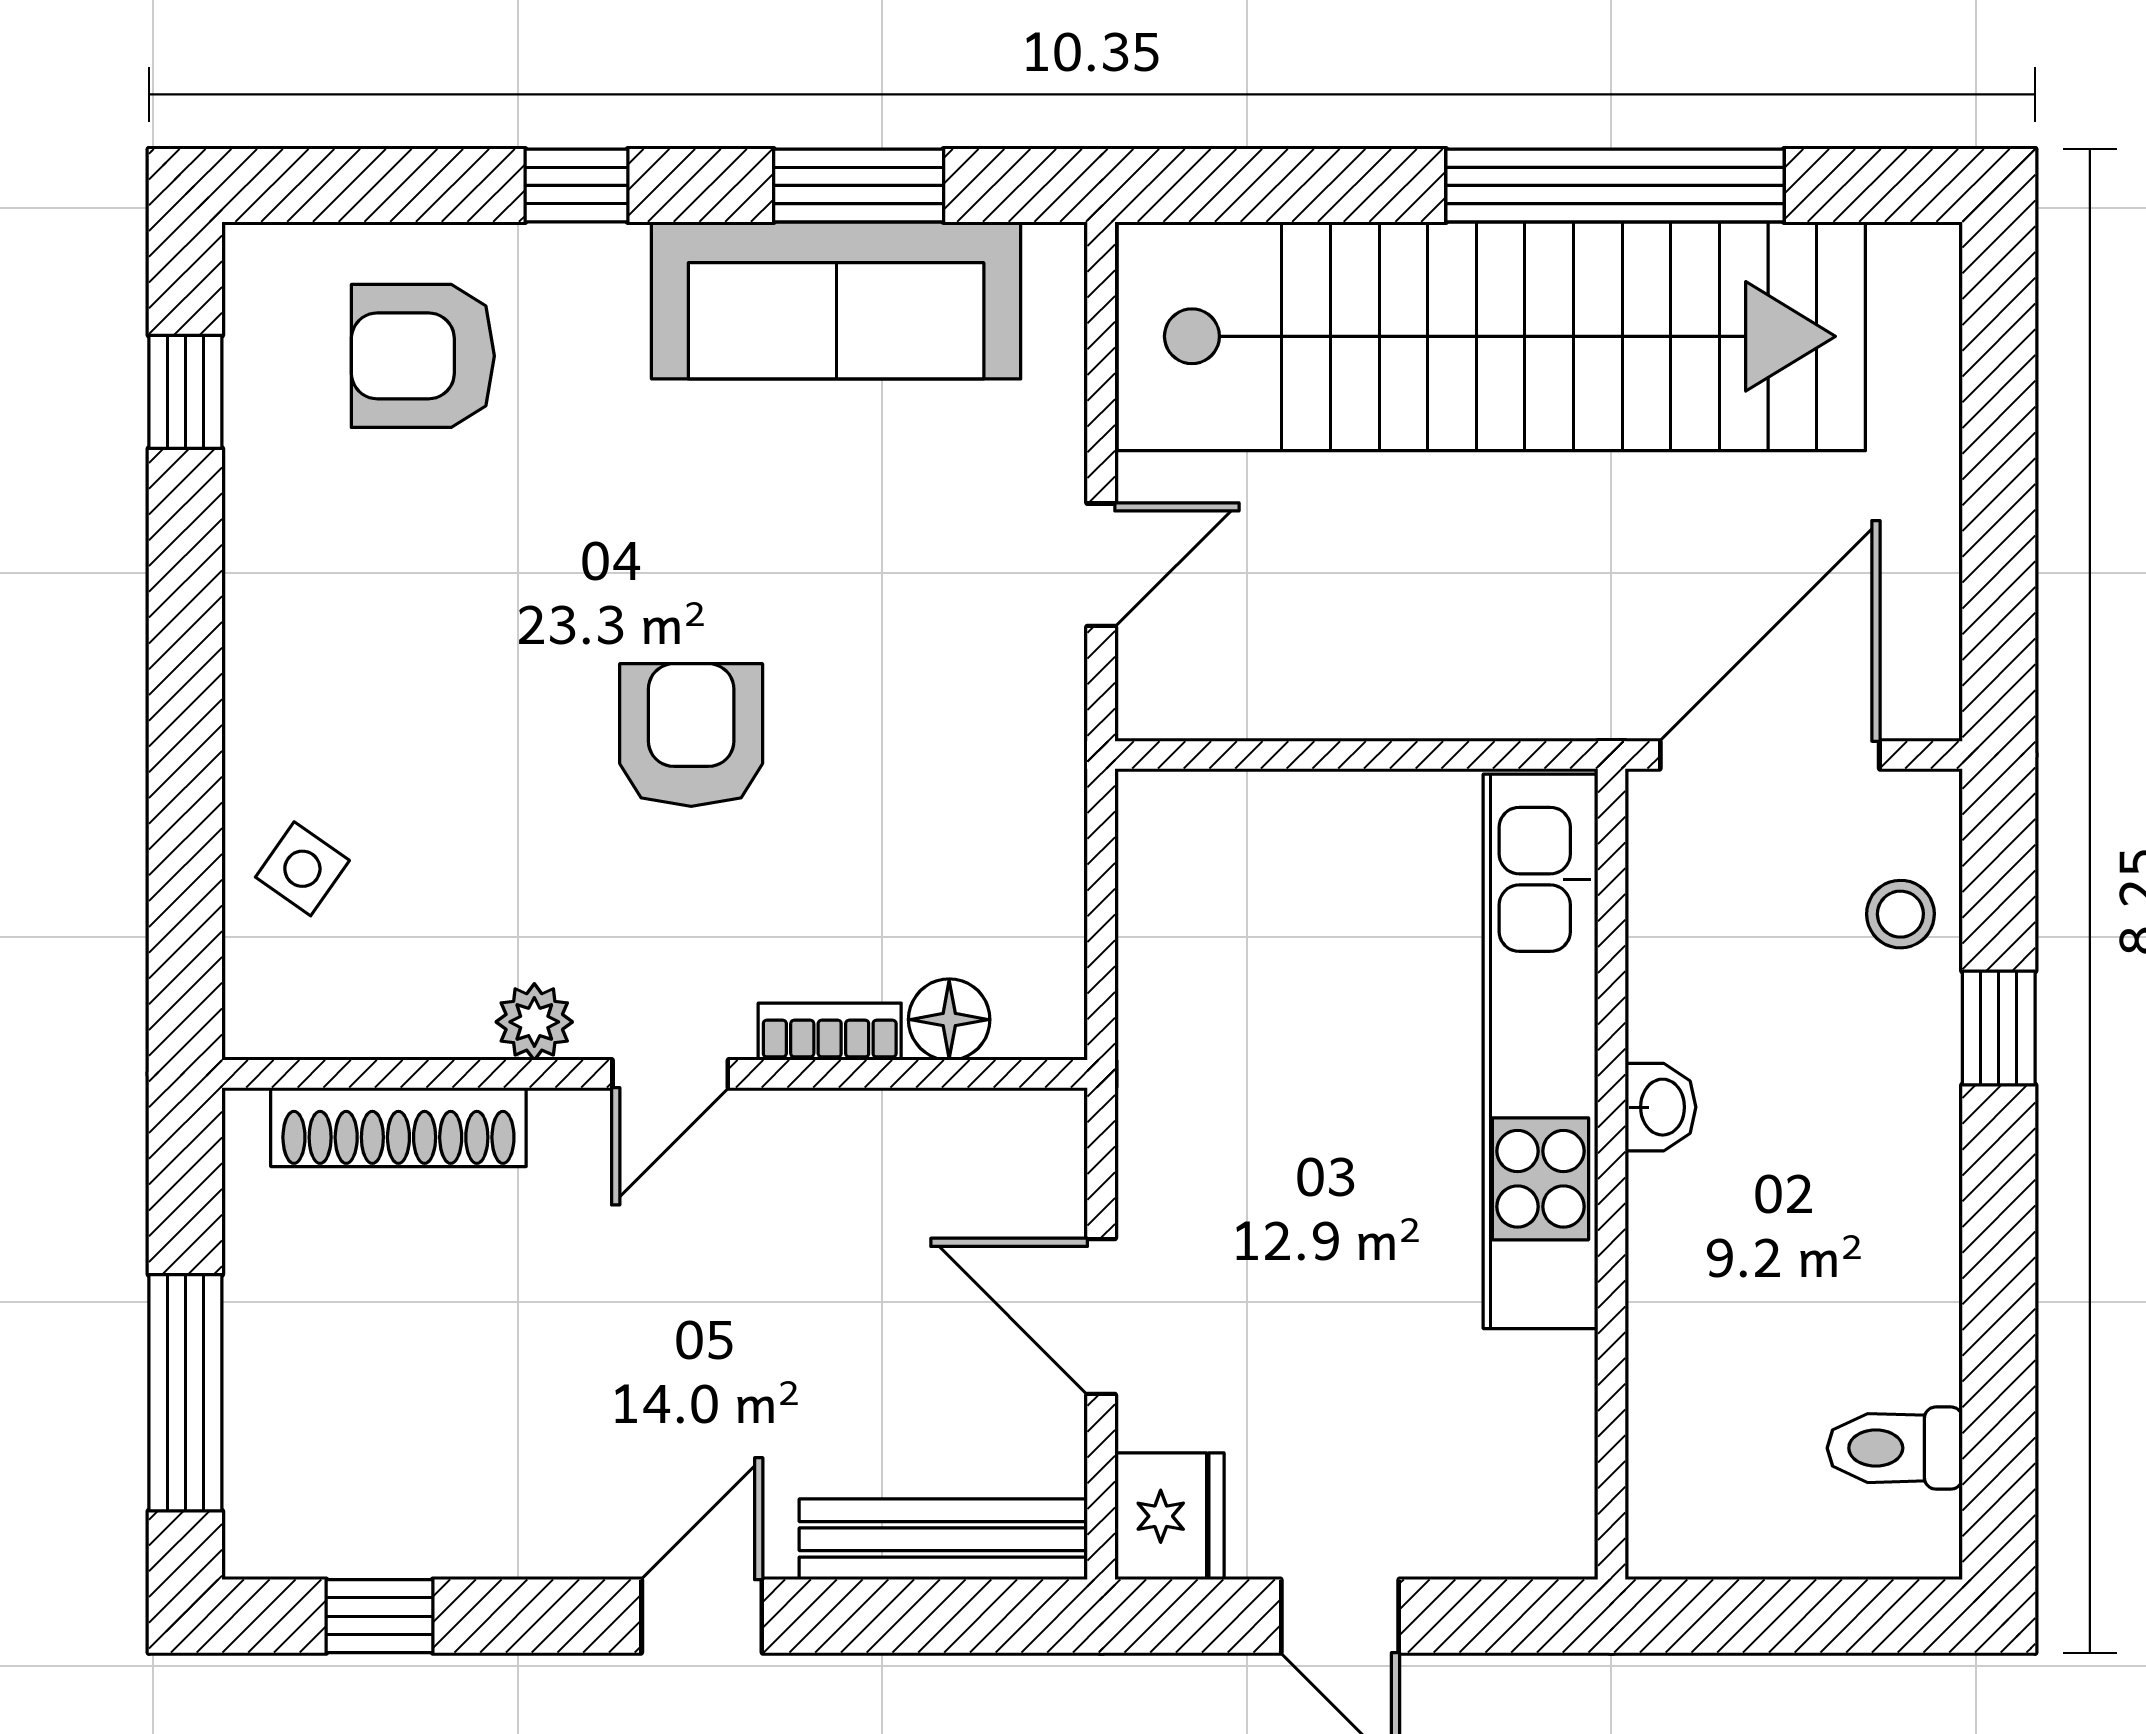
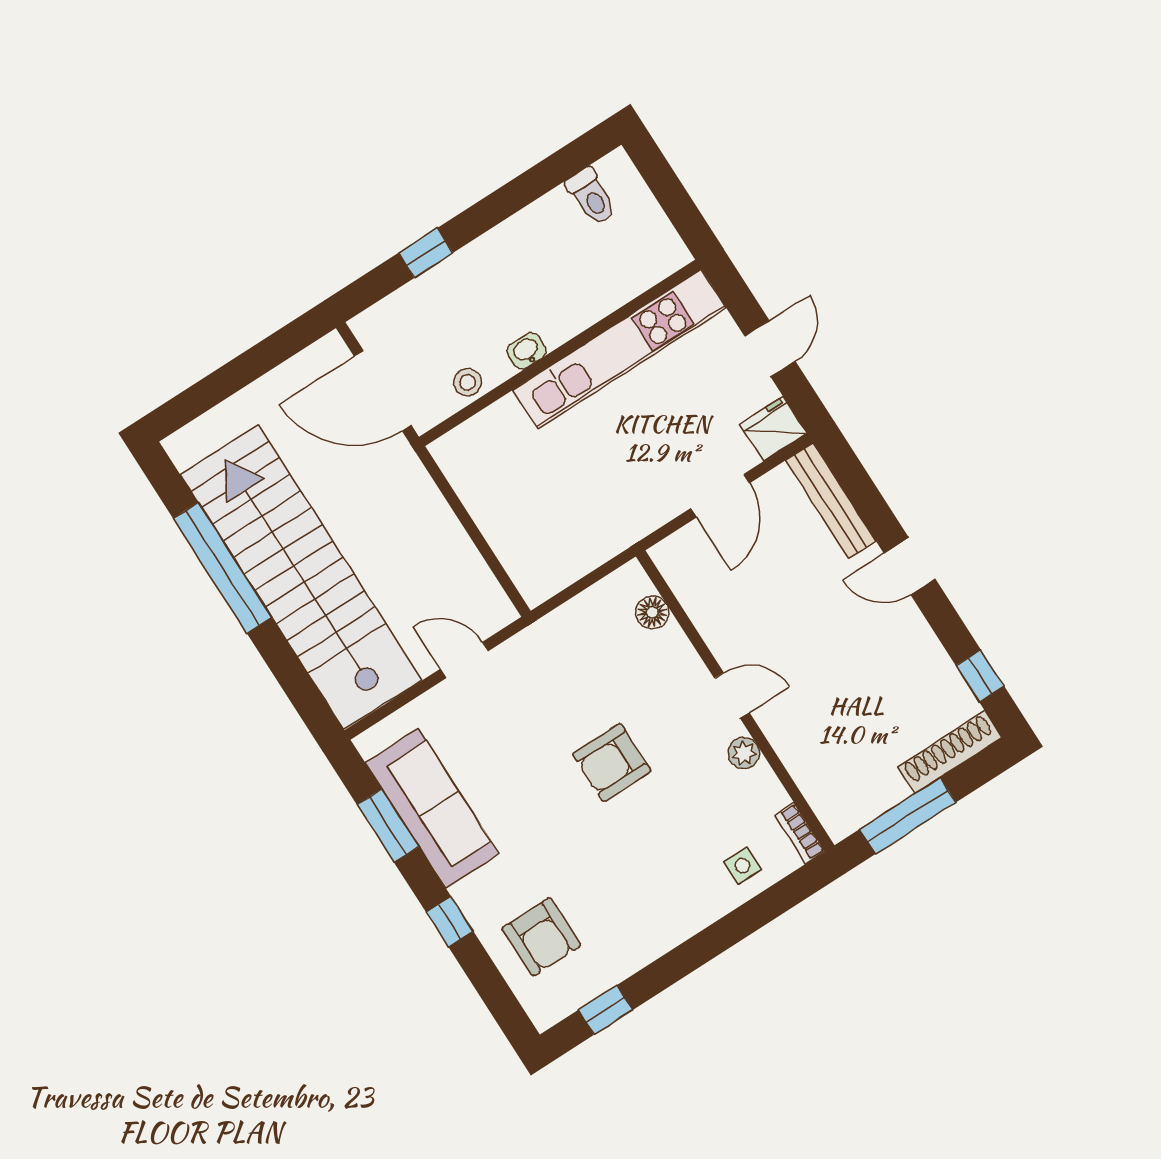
side table: (302, 869) -> (742, 866), turned -35
stool: (1900, 914) -> (467, 382), moved
bookcase: (830, 1032) -> (800, 833), moved
kitchen unit: (1540, 1051) -> (619, 349), moved
shoe rack: (398, 1127) -> (950, 752), moved, turned -90
window: (185, 1393) -> (908, 816), moved

